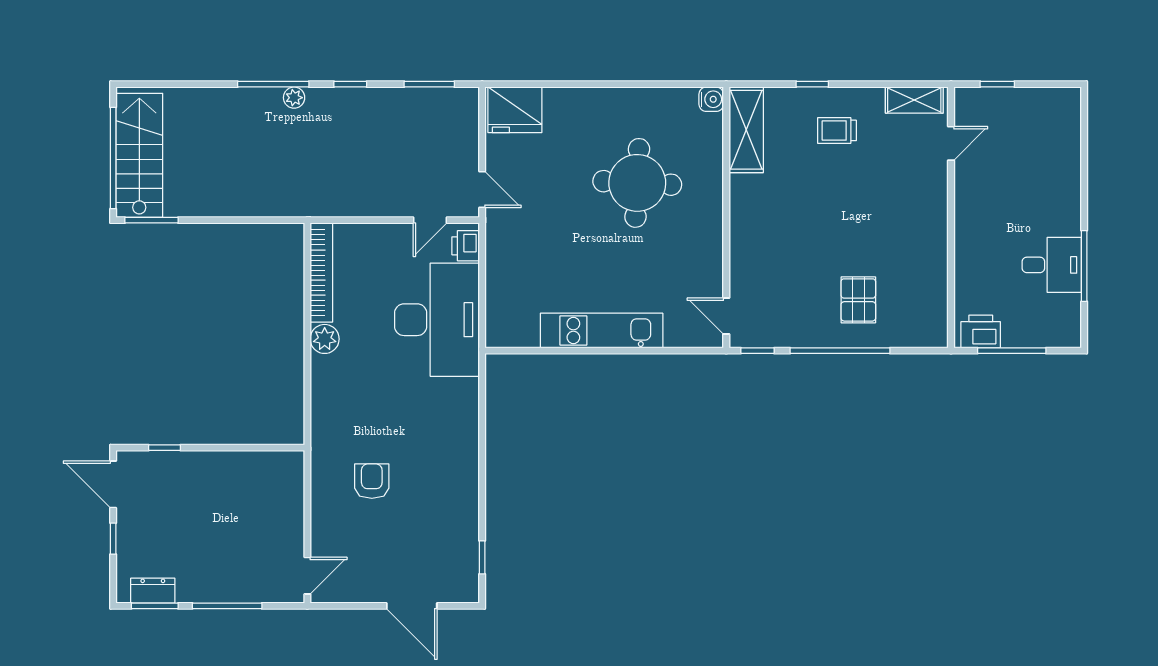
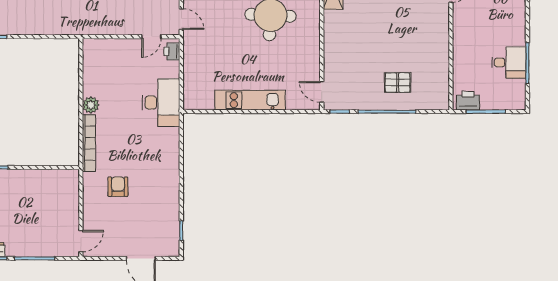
bookcase: (321, 273) -> (89, 143), moved
pallet: (858, 300) -> (398, 83), turned 90
desk: (437, 320) -> (161, 103), width x0.73, depth x0.77

